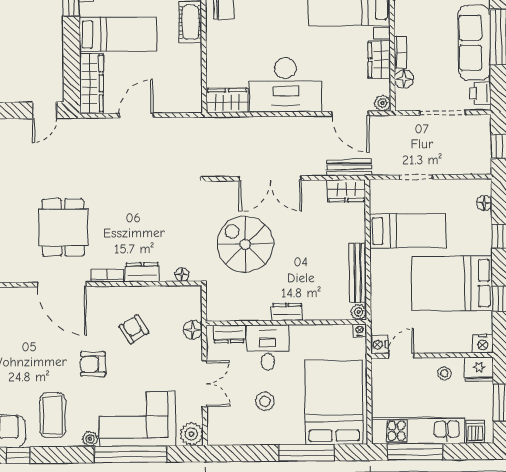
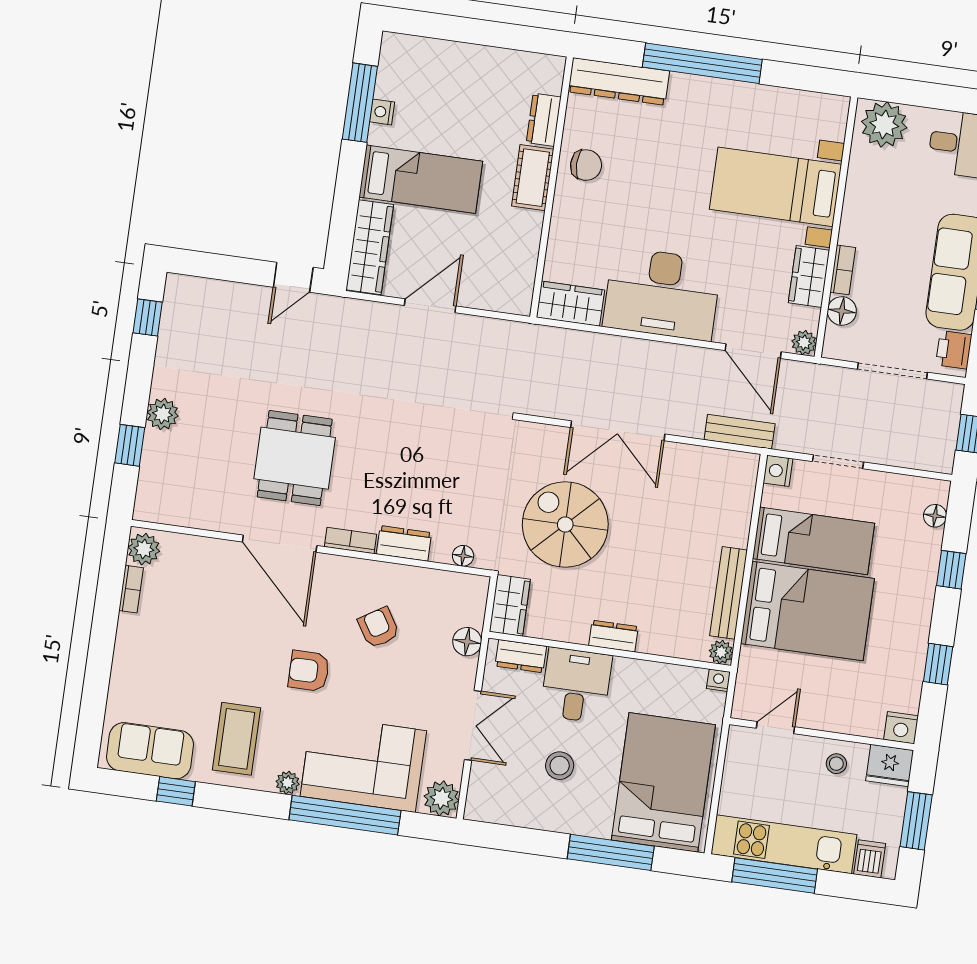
wardrobe: (346, 191) -> (510, 605), moved, turned -90
bed: (452, 283) -> (807, 611), moved, turned 180
nightstand: (379, 345) -> (778, 471), moved

